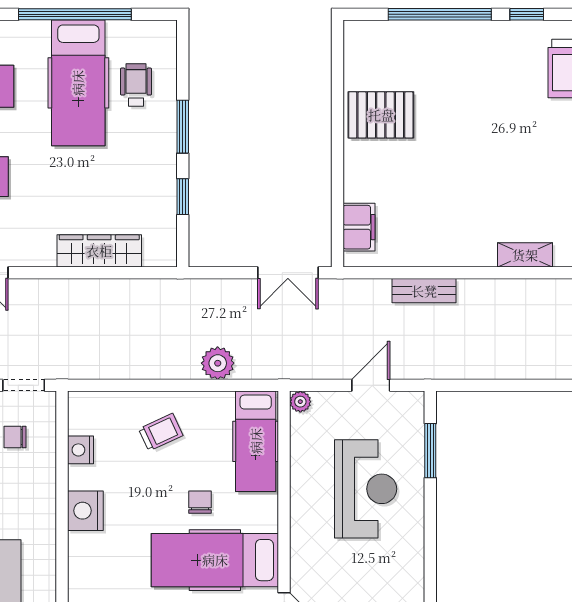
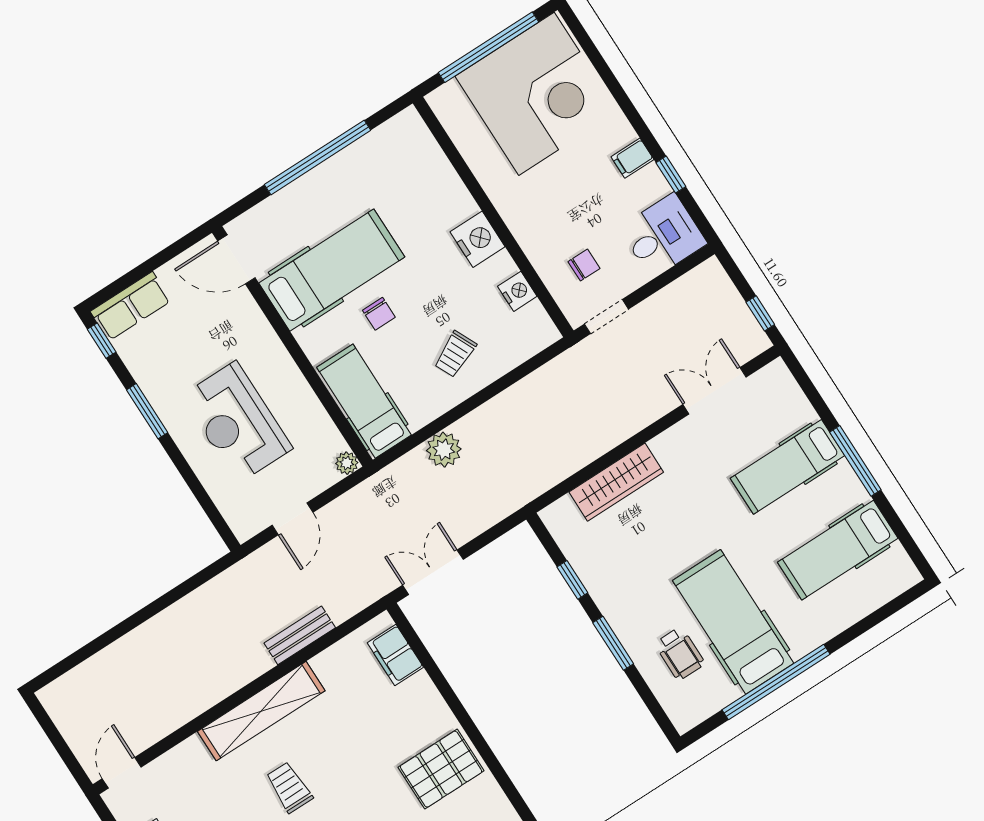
trolley: (509, 177) -> (289, 787), added
shelving: (525, 255) -> (261, 711), width x2.20, depth x1.33
window: (430, 451) -> (147, 411), moved

